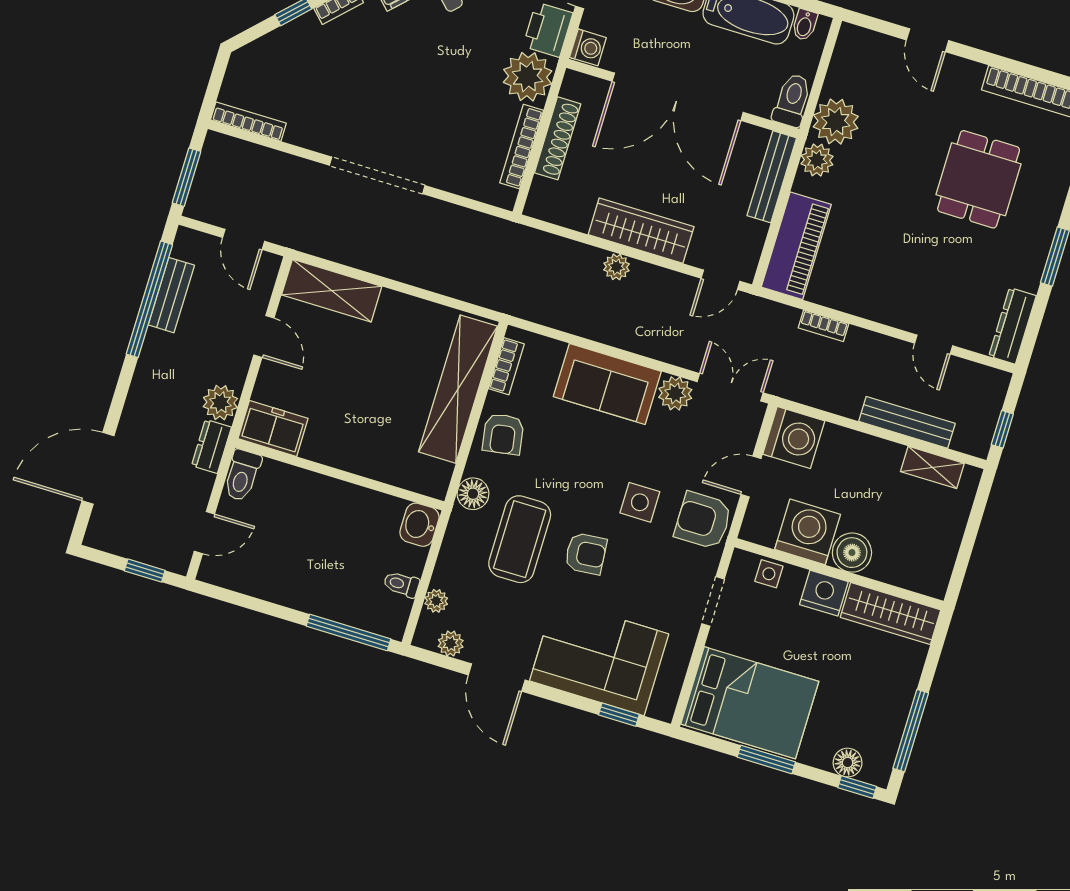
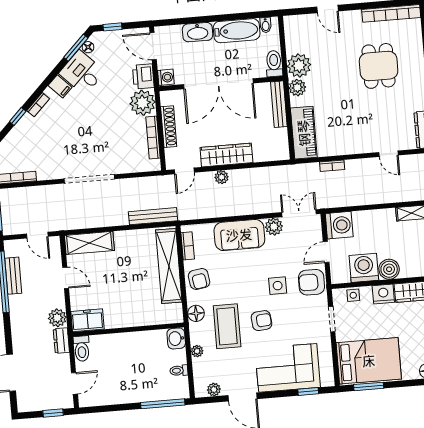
door: (721, 280) -> (184, 171), moved
bench: (907, 422) -> (153, 216), moved
plant: (436, 601) -> (197, 351), moved
window: (766, 759) -> (369, 386), moved

